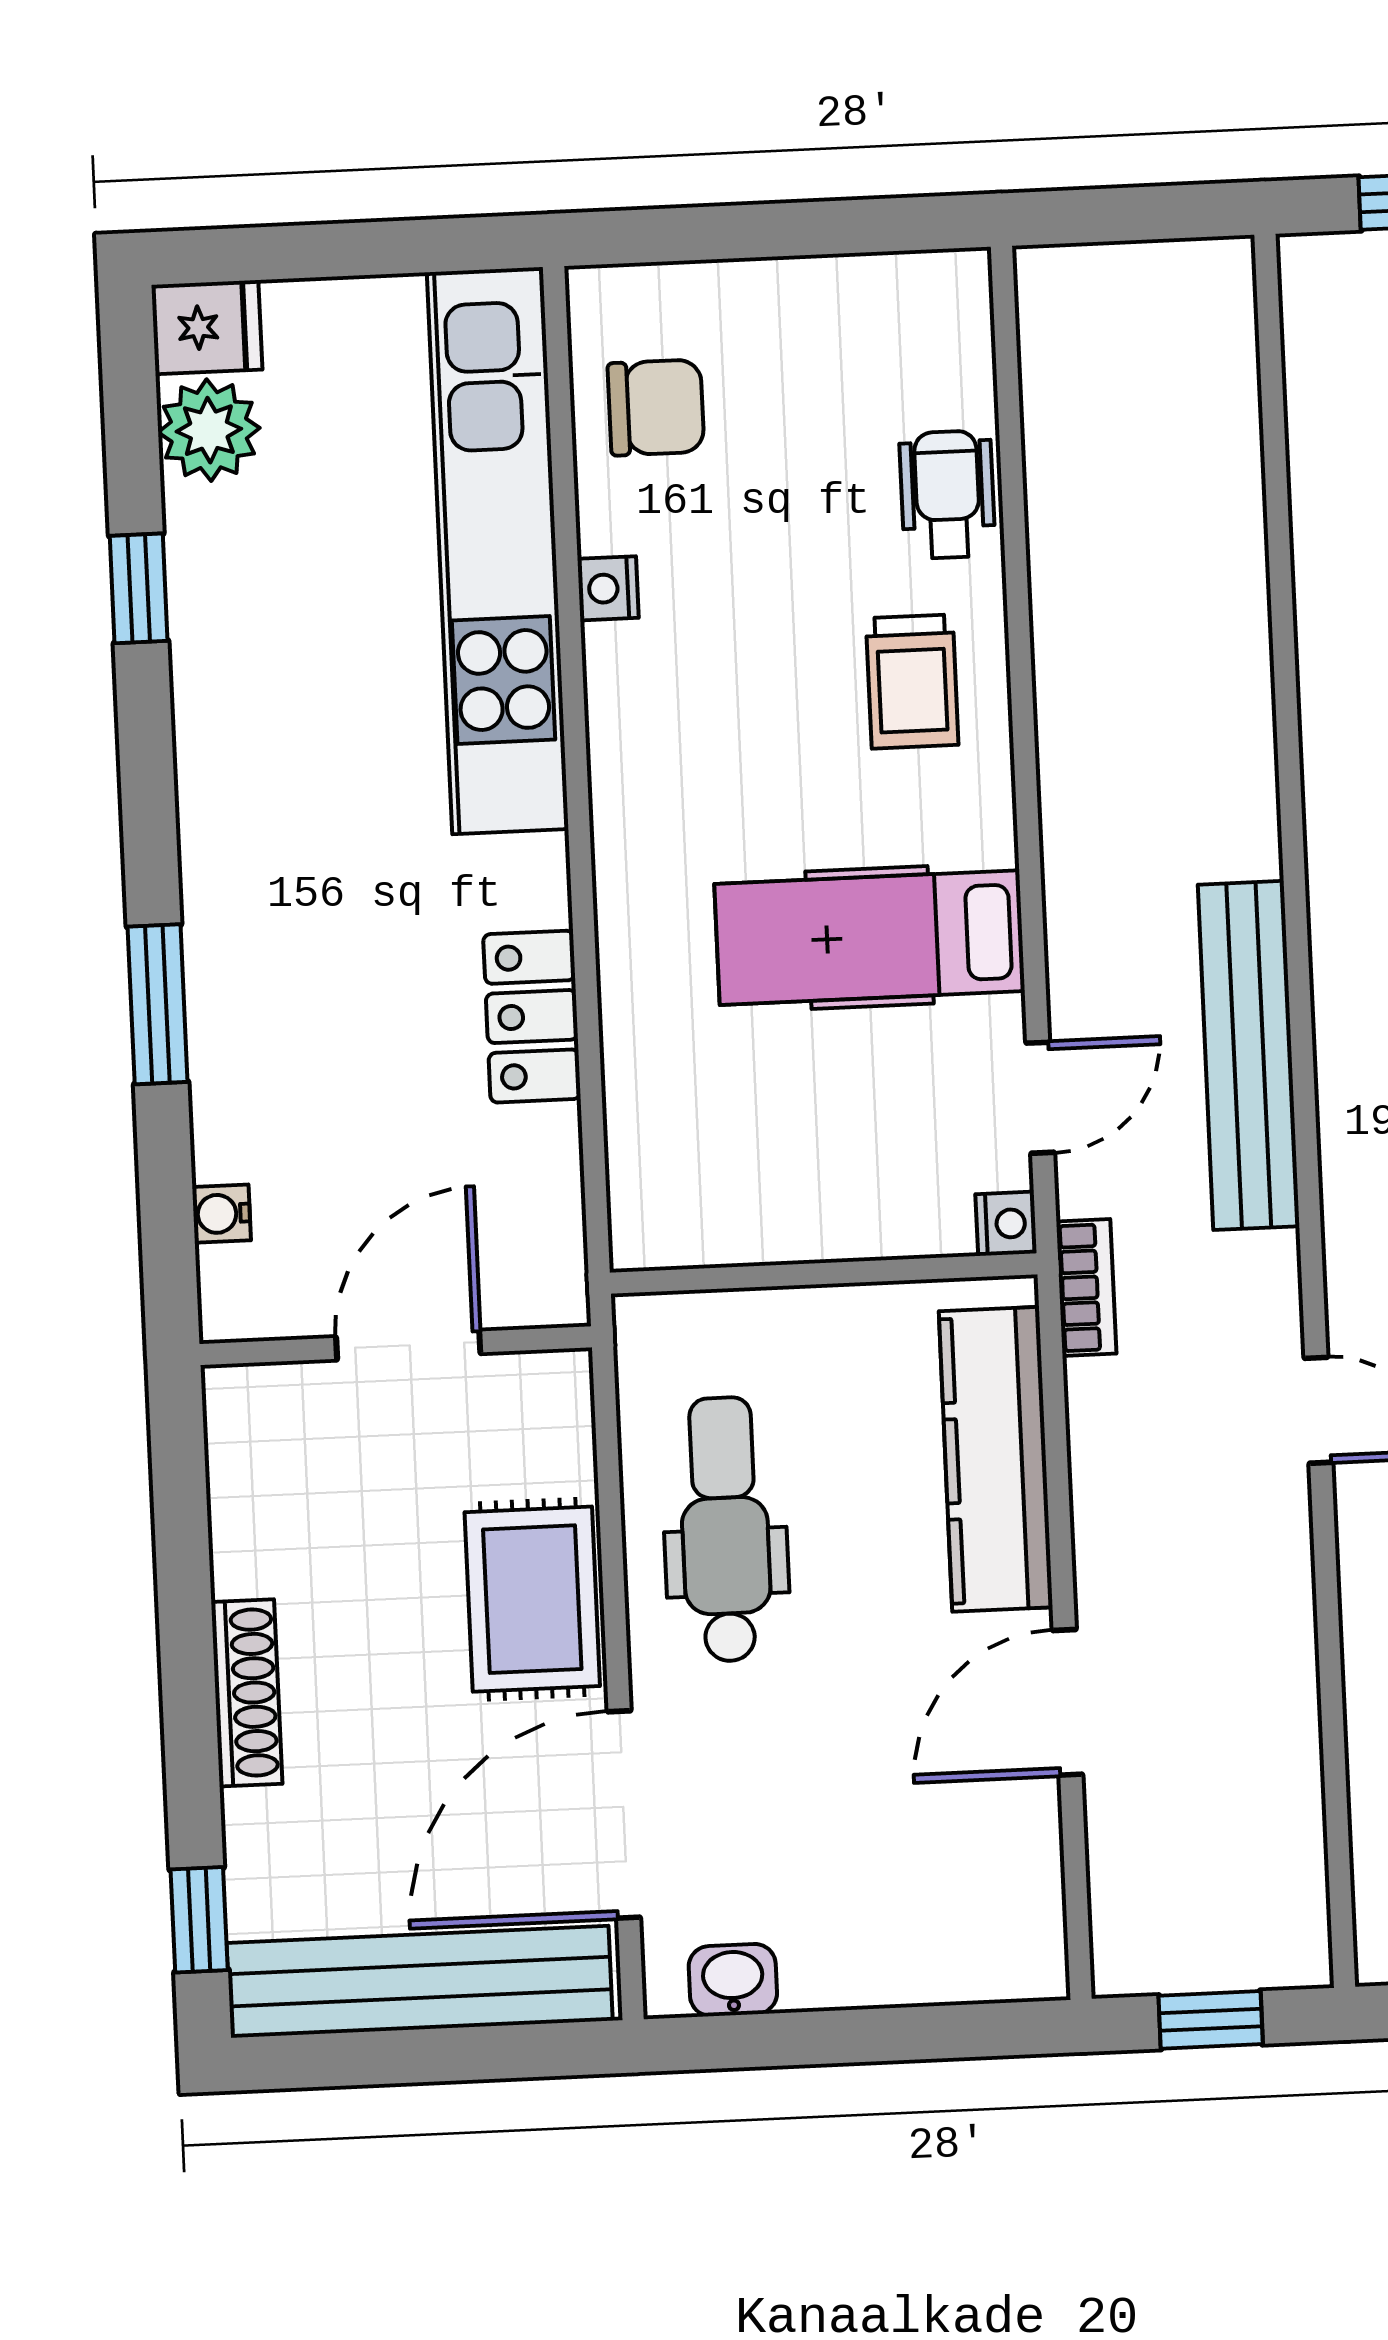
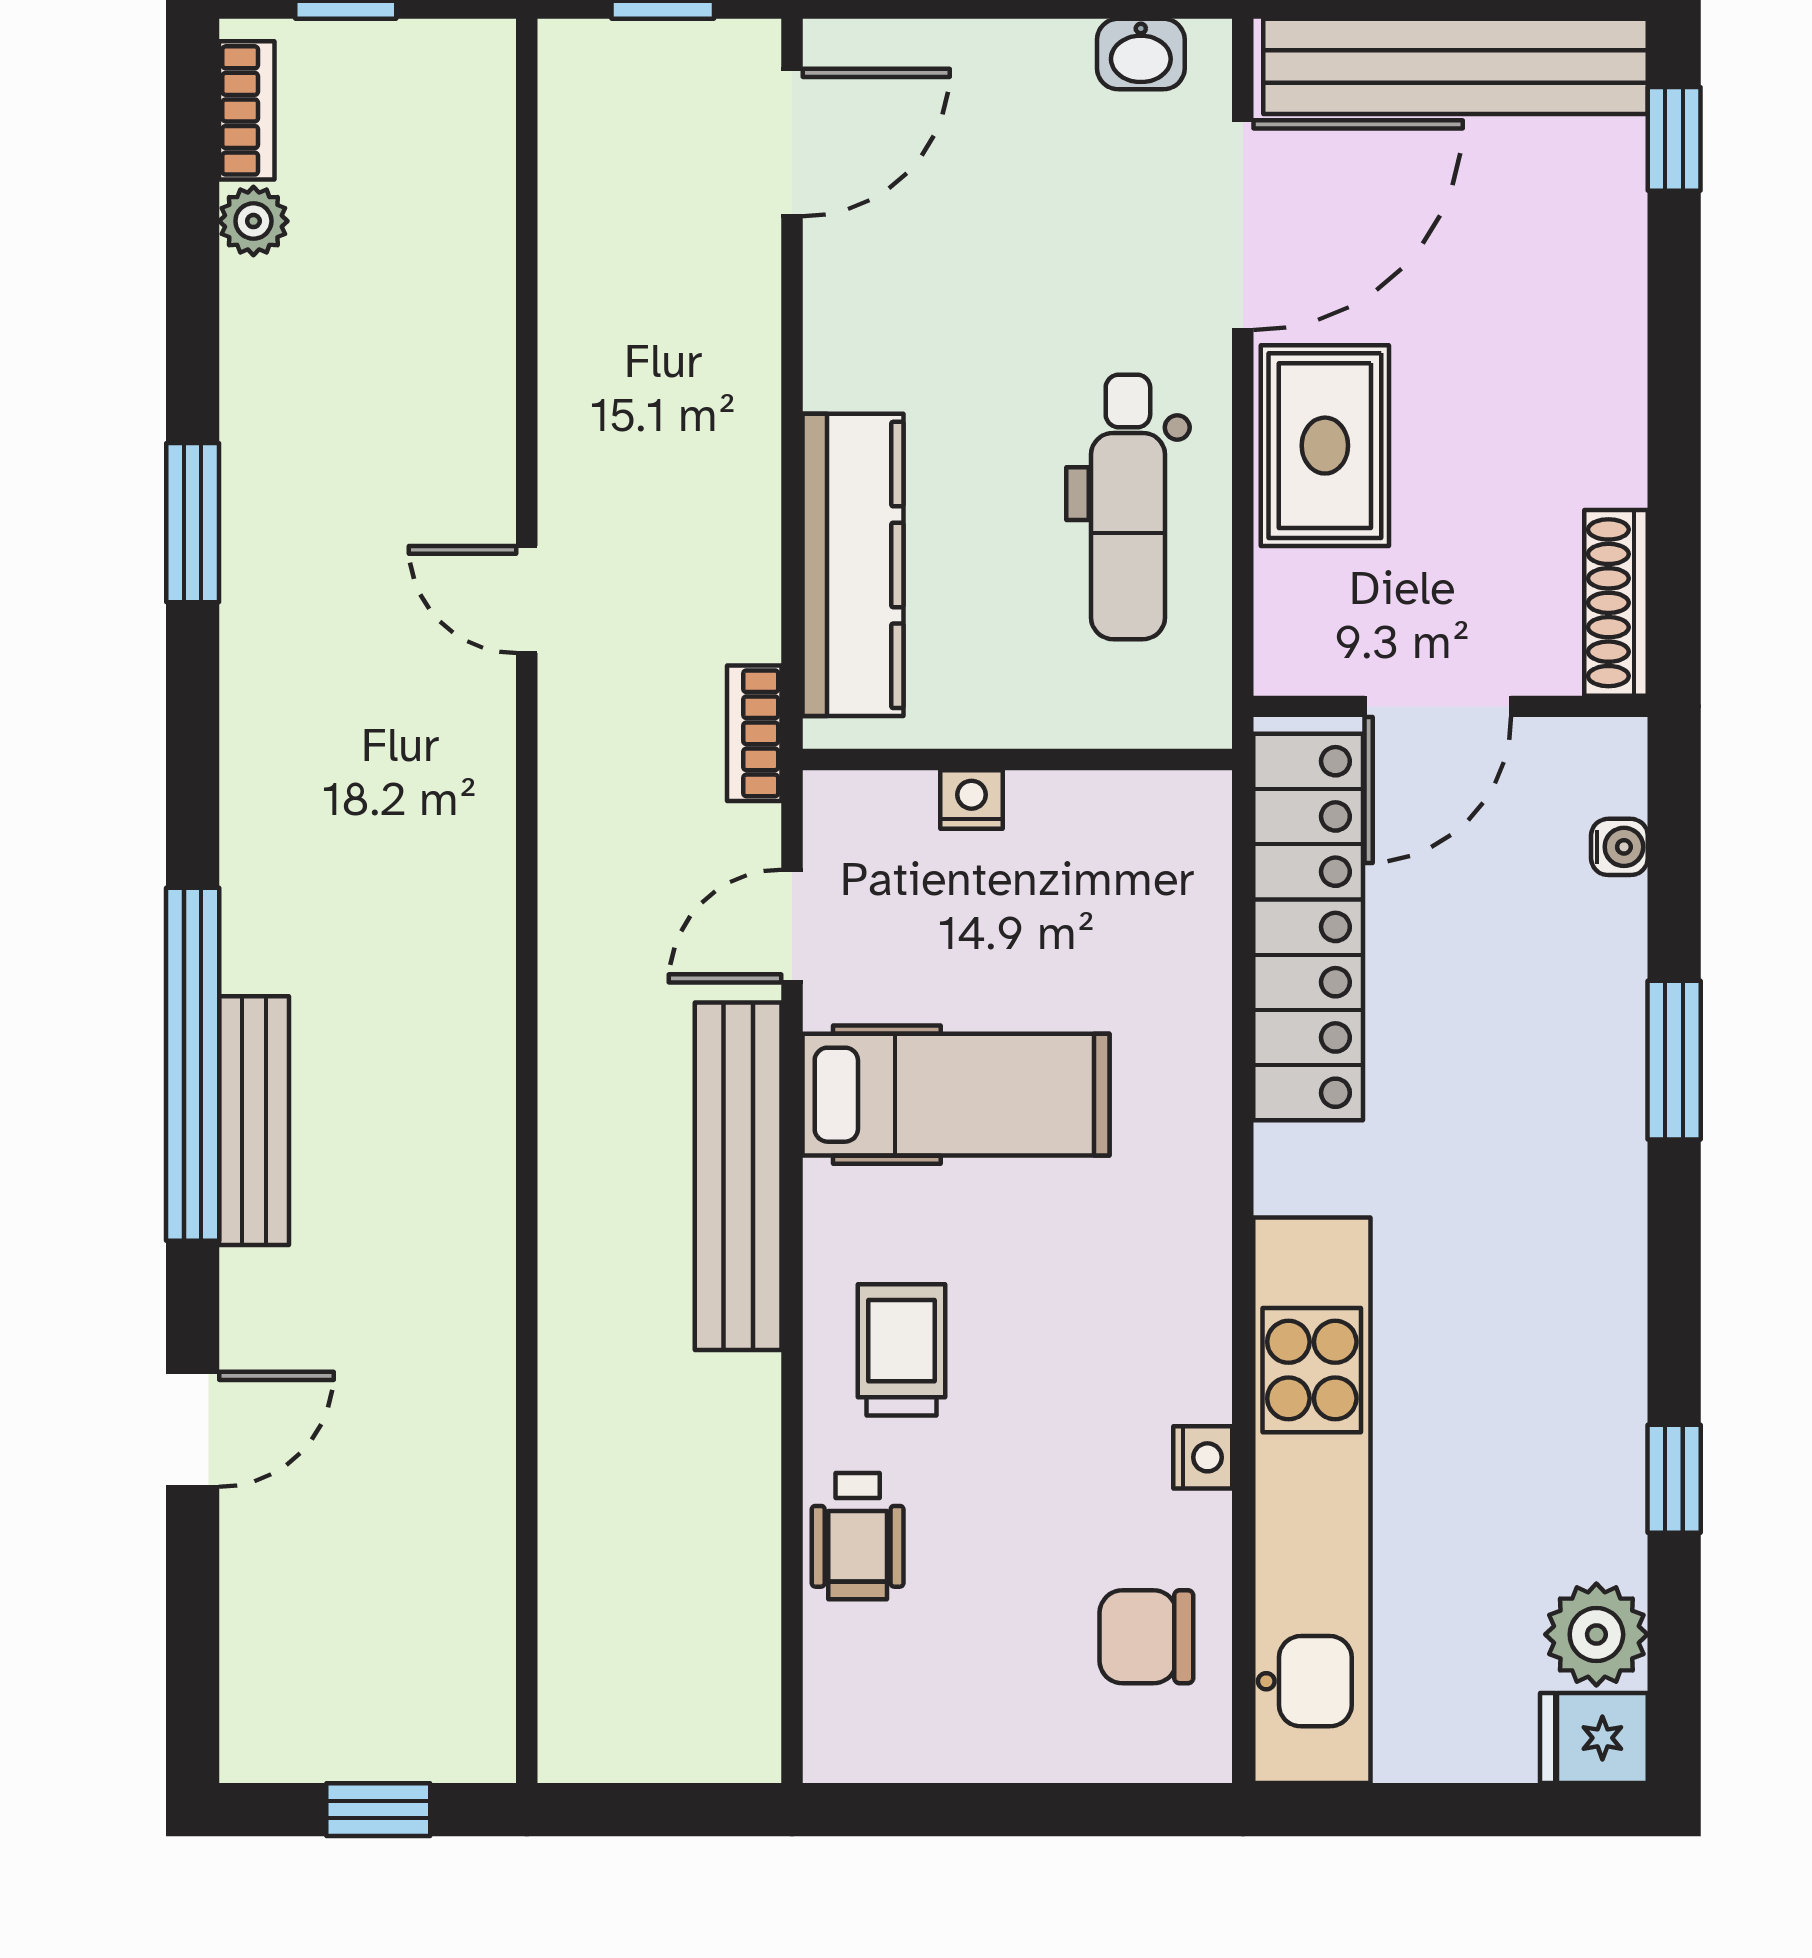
locker: (532, 1017) -> (1308, 927), width x2.16, depth x1.21
bench: (1249, 1055) -> (738, 1176), moved
nightstand: (1006, 1224) -> (971, 799), moved, turned 90
shoe rack: (247, 1693) -> (1616, 603), moved
door: (1068, 1702) -> (792, 143), moved

